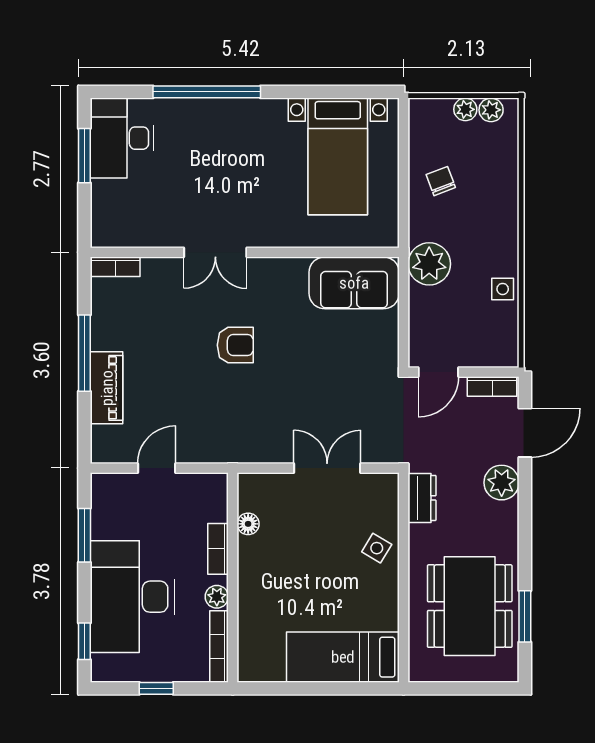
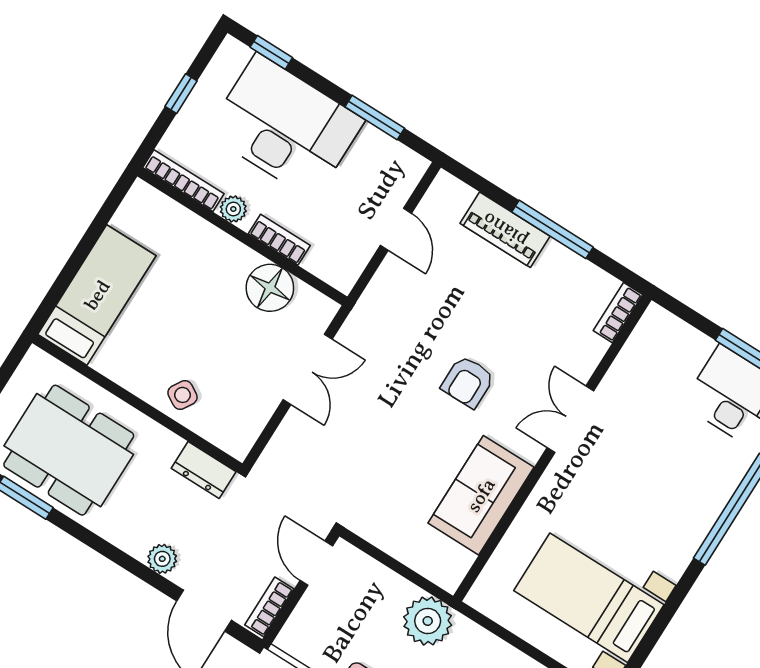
sofa: (354, 283) -> (481, 495), moved
double door: (327, 468) -> (308, 369), moved
plant: (502, 483) -> (162, 559), width x0.73, depth x0.73
floor lamp: (248, 524) -> (270, 288), width x1.89, depth x1.89

